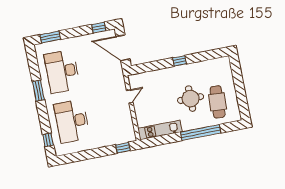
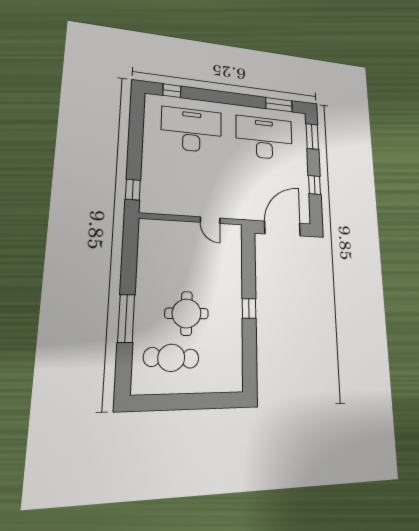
window: (99, 28) -> (314, 185), moved
window: (38, 91) -> (279, 105), moved
kitchen unit: (160, 130) -> (147, 253), removed
window: (201, 133) -> (126, 318), width x0.68

